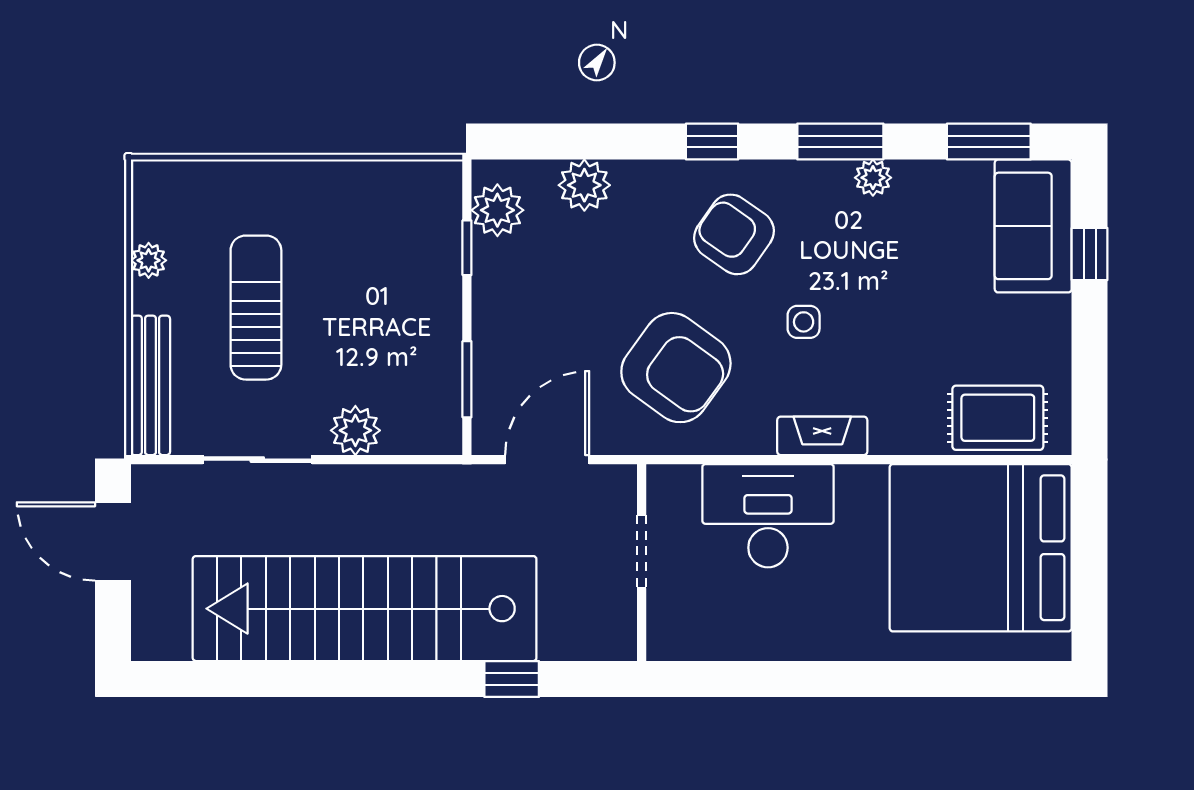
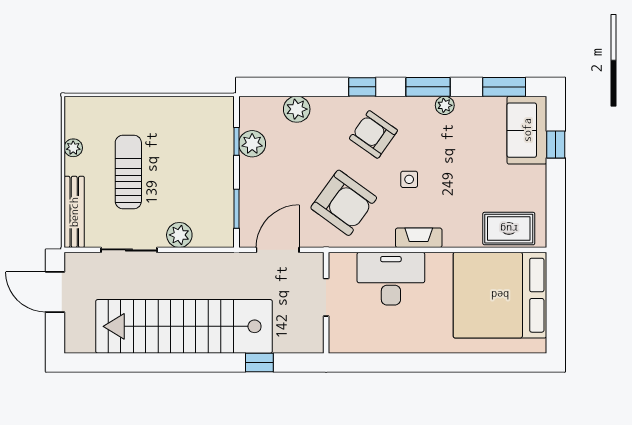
plant: (497, 210) -> (252, 144), moved

